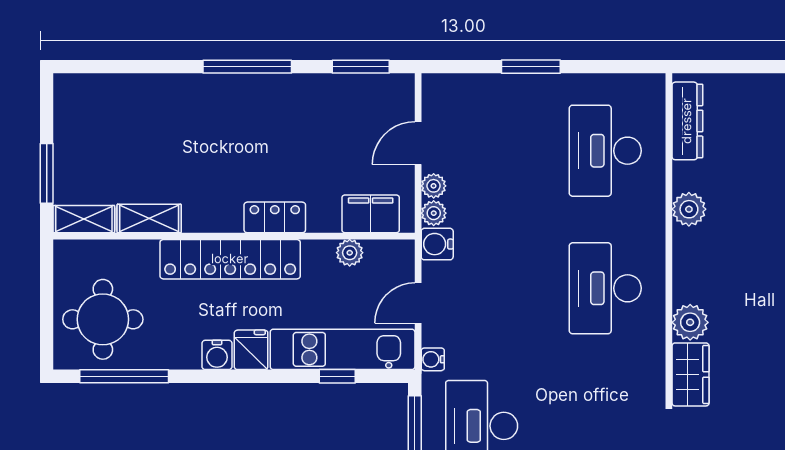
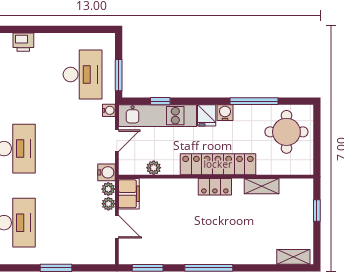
door: (418, 143) -> (117, 227), hinge flipped
window: (47, 173) -> (317, 210), width x0.67
filing cabinet: (371, 214) -> (129, 194), moved, turned -90
locker: (275, 217) -> (215, 187), moved
shelving: (84, 219) -> (293, 257), moved
window: (124, 376) -> (254, 101), moved

